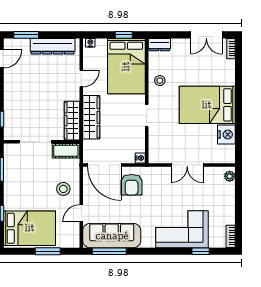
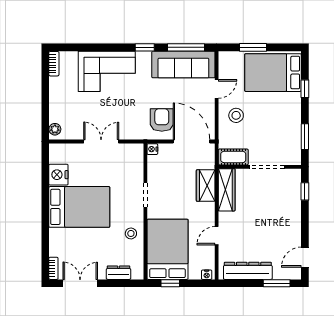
dresser: (159, 45) -> (118, 273), moved
wardrobe: (91, 117) -> (206, 186), width x0.67
window: (201, 251) -> (145, 47), moved

